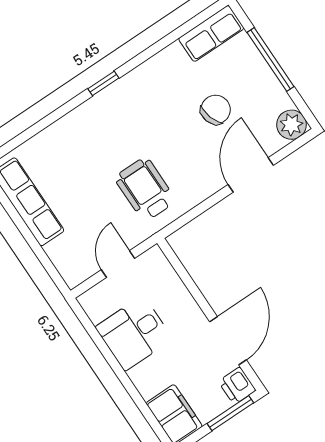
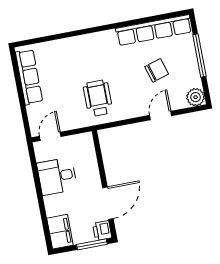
row of seats: (211, 33) -> (154, 30), width x2.02
window: (103, 83) -> (100, 29), removed
door: (251, 175) -> (161, 116), width x0.73
door: (118, 264) -> (50, 136), moved

